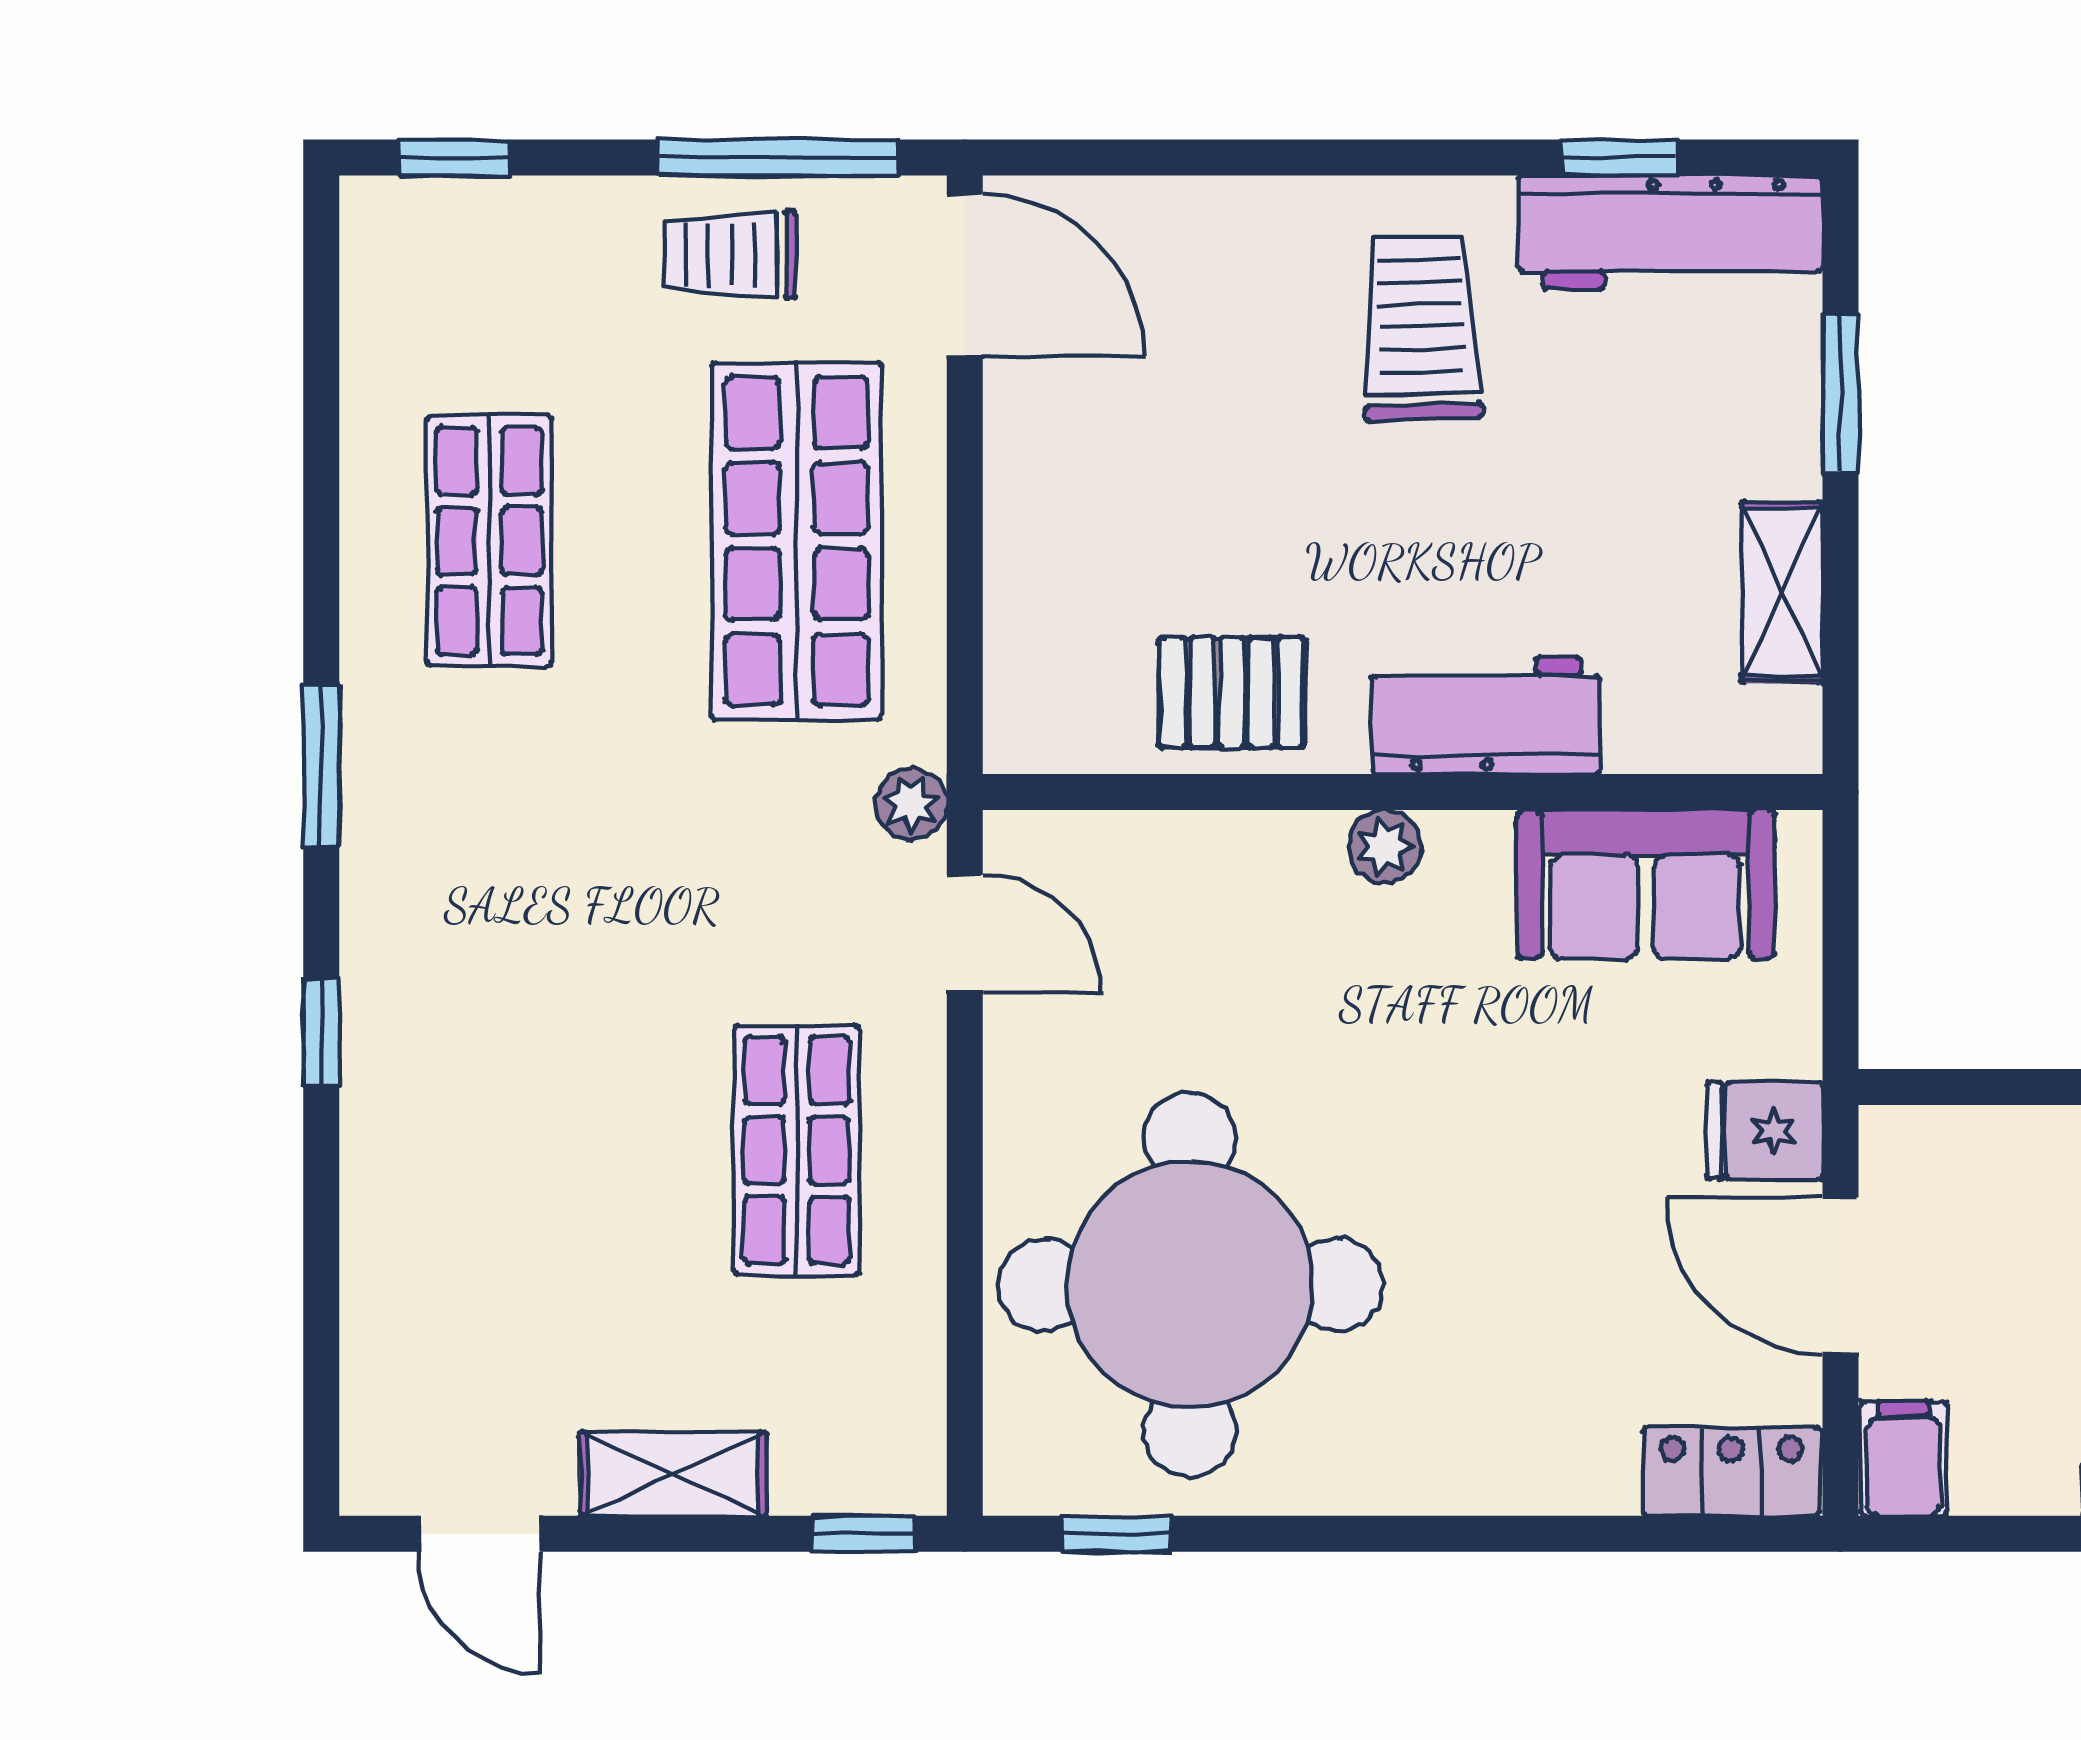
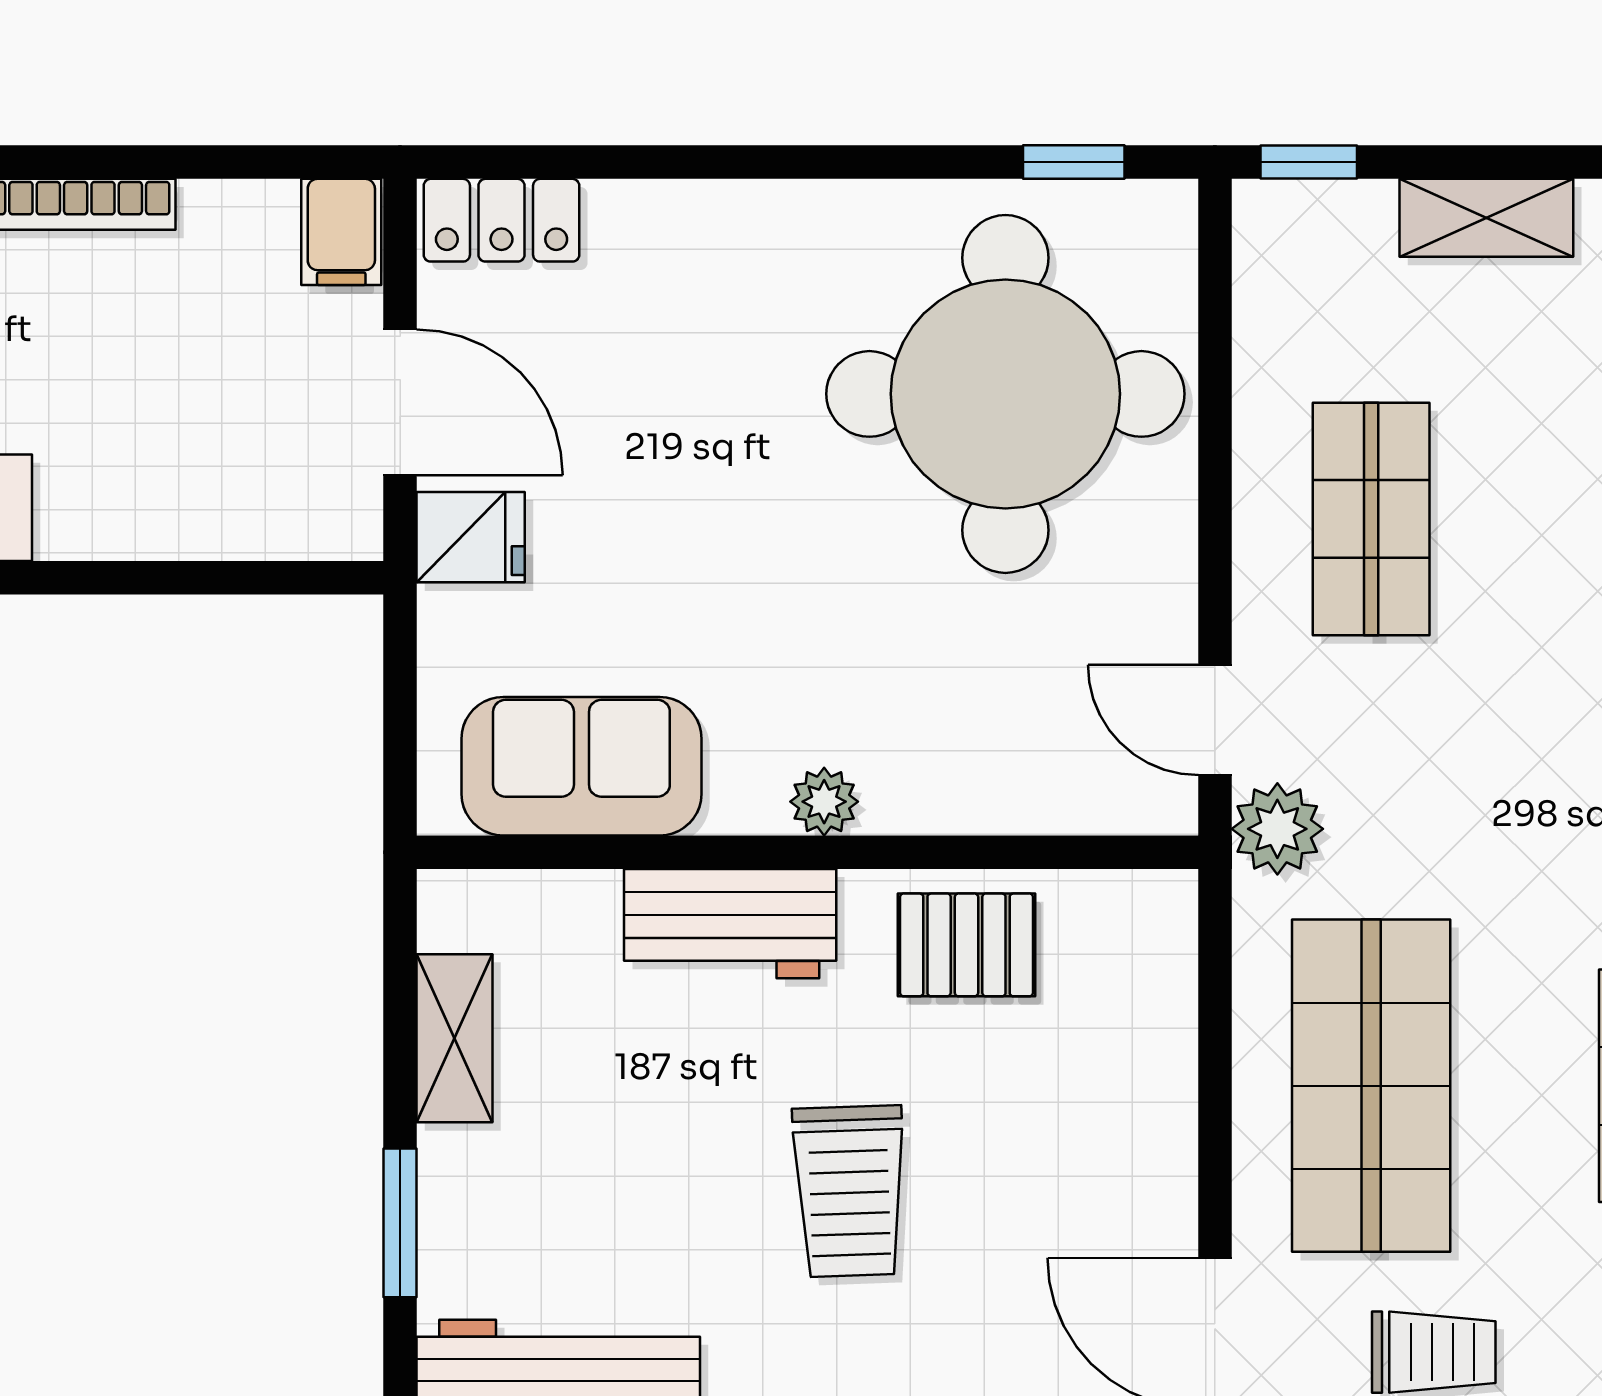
trolley: (1421, 328) -> (849, 1191), moved
plant: (911, 804) -> (1277, 829), width x1.38, depth x1.38

